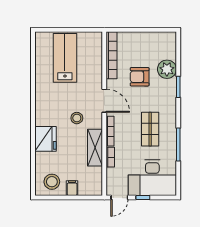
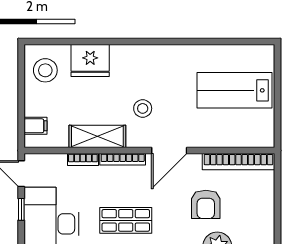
lab bench: (65, 58) -> (235, 90), turned 180
armchair: (140, 77) -> (206, 204), turned 180
fridge: (45, 139) -> (90, 61), moved
filing cabinet: (72, 188) -> (35, 126), moved

